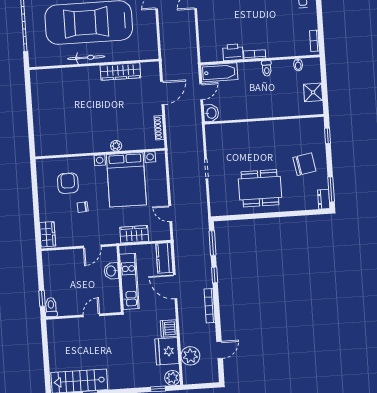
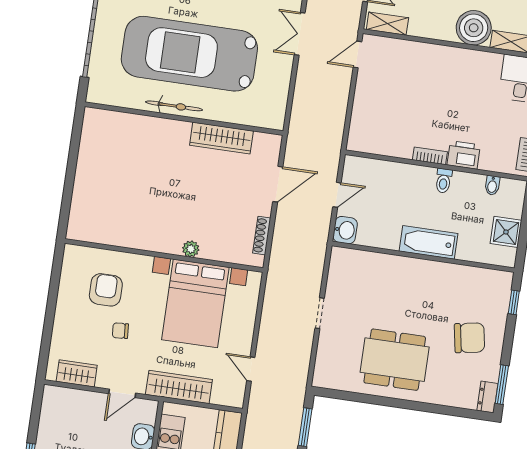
printer: (233, 52) -> (464, 155), moved
bathtub: (219, 72) -> (429, 242), moved, turned 180
wardrobe: (48, 234) -> (77, 373), moved, turned -90
wardrobe: (134, 234) -> (179, 387), width x1.50

